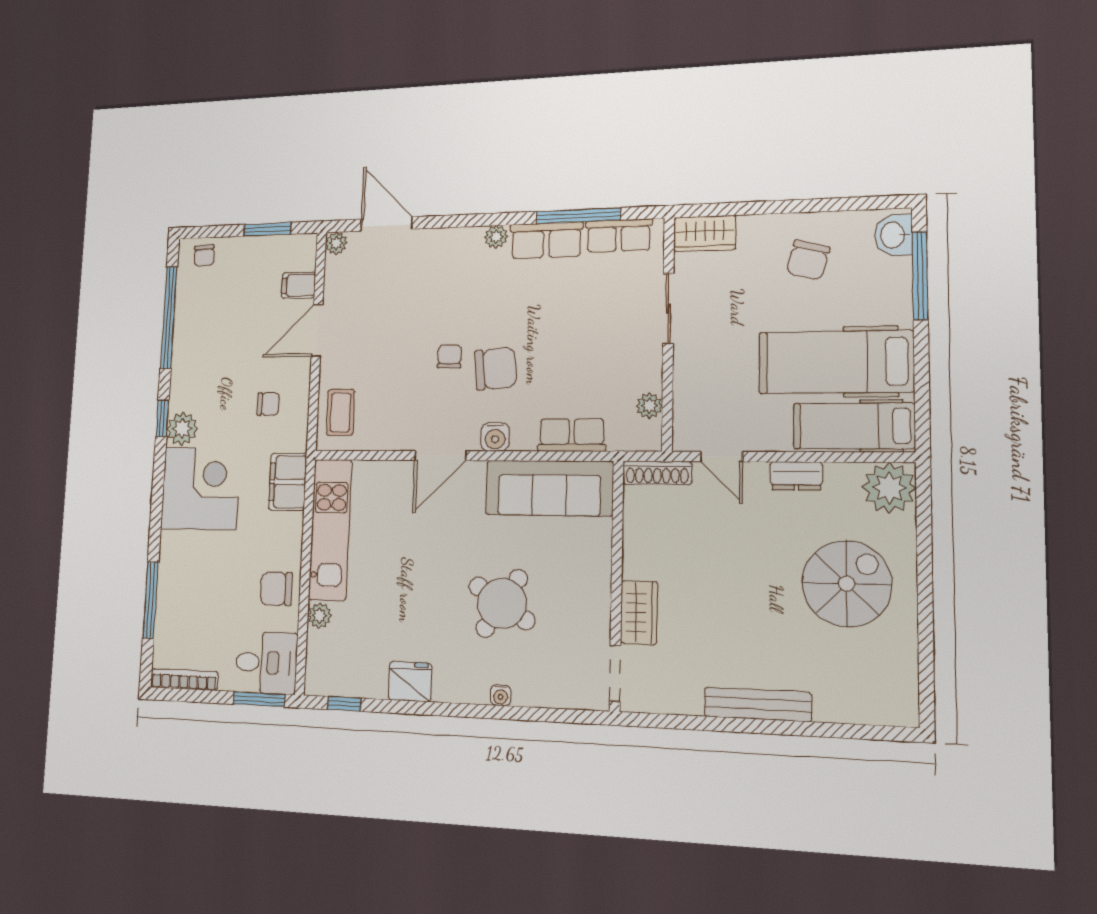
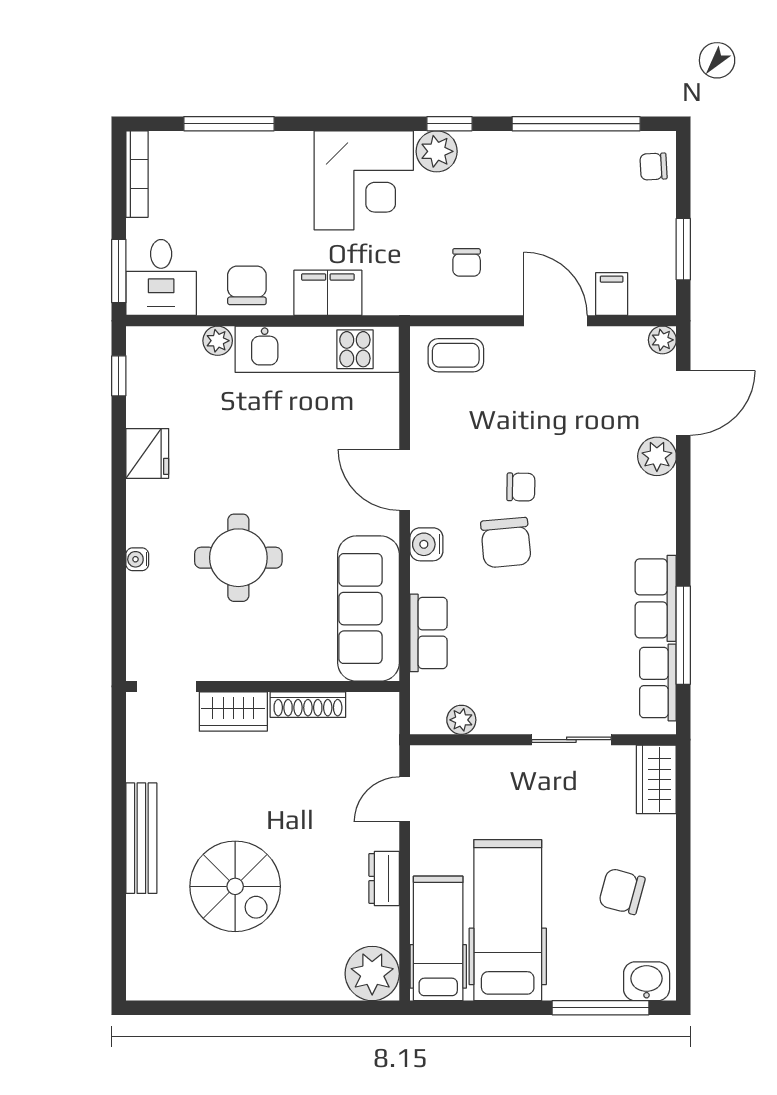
plant: (496, 237) -> (657, 456), moved, width x1.38, depth x1.38
shoe rack: (657, 473) -> (308, 705), moved, turned -90
filing cabinet: (288, 482) -> (328, 293), moved
spiral stairs: (847, 584) -> (235, 886), moved
round table: (502, 603) -> (238, 558), turned -33

